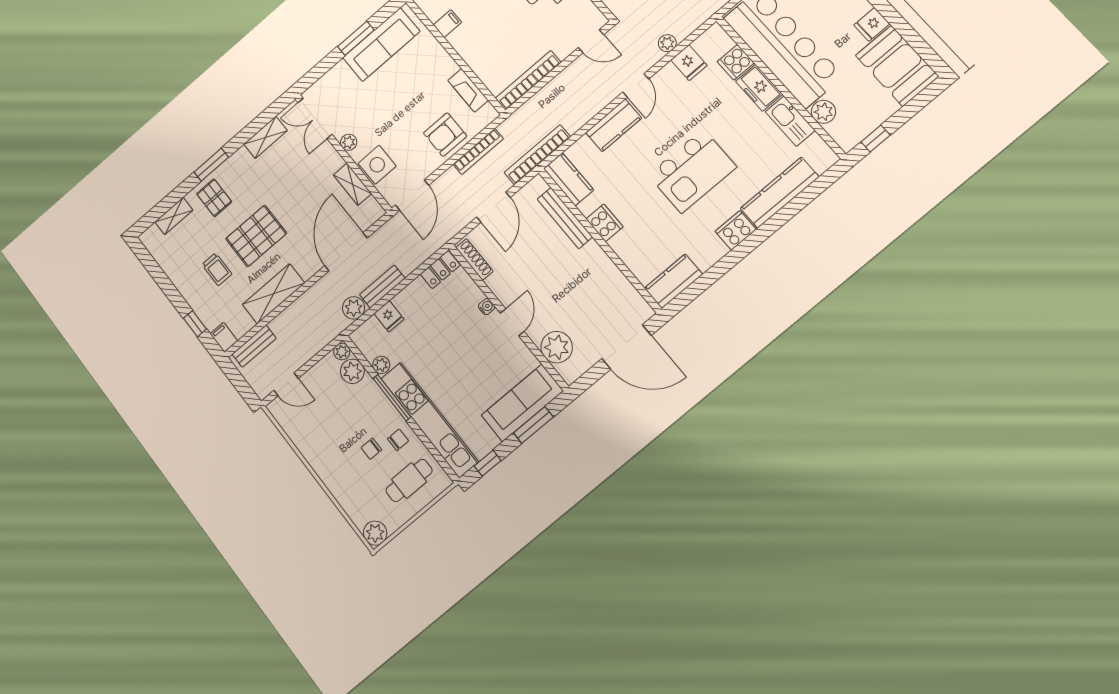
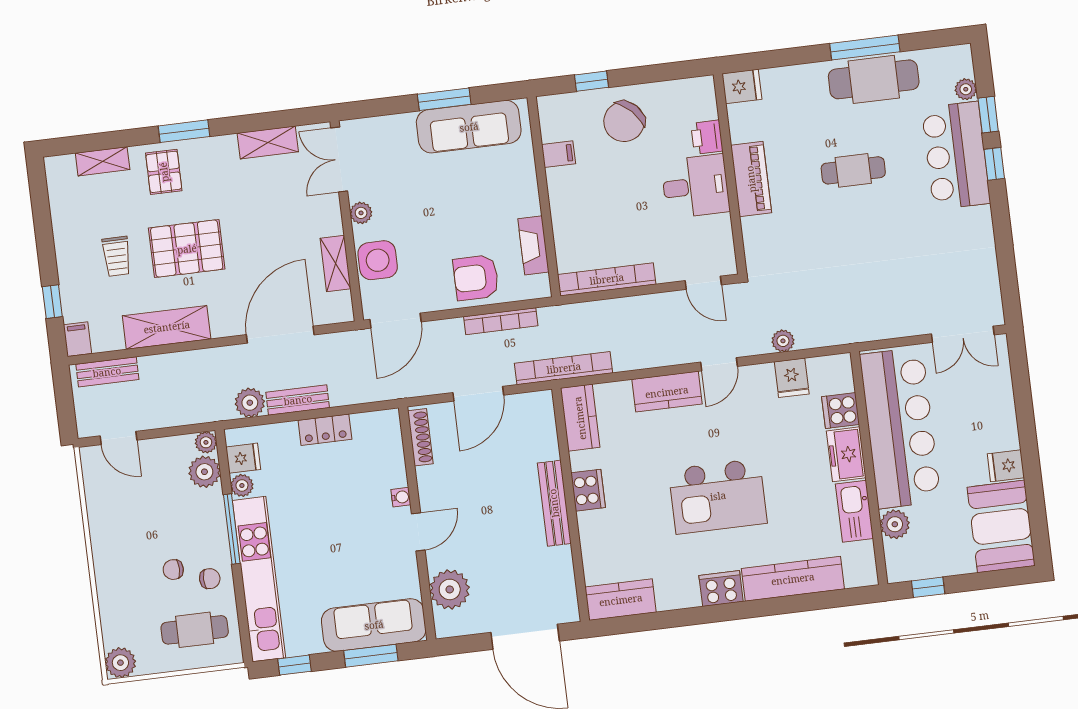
bench: (565, 218) -> (554, 503), moved
locker: (440, 270) -> (325, 430), moved
fridge: (389, 316) -> (243, 458), moved, turned -90

